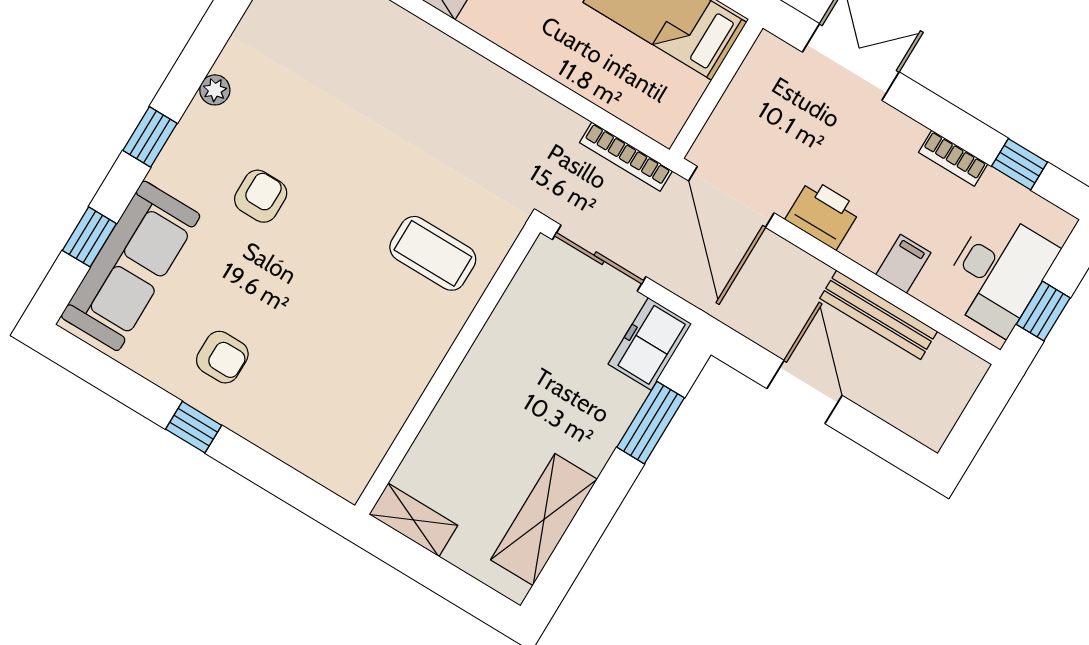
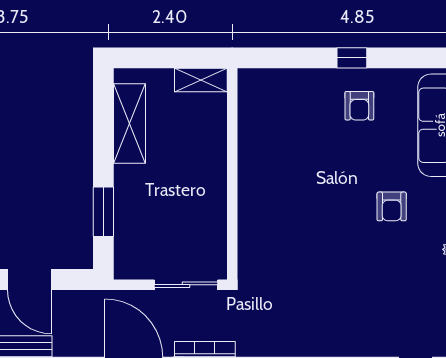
coffee table: (433, 253) -> (279, 232), removed
freezer: (650, 344) -> (130, 255), removed
armchair: (222, 357) -> (359, 106), turned -90

